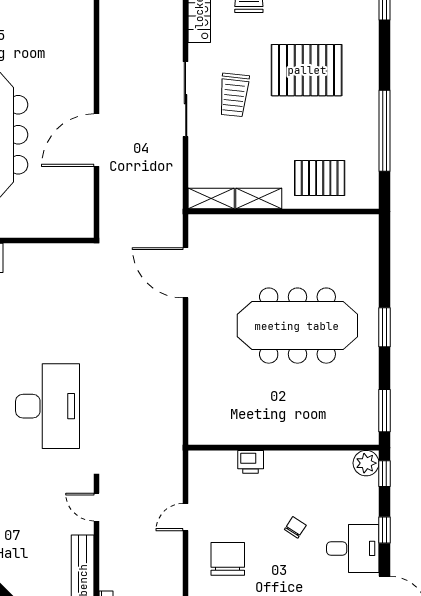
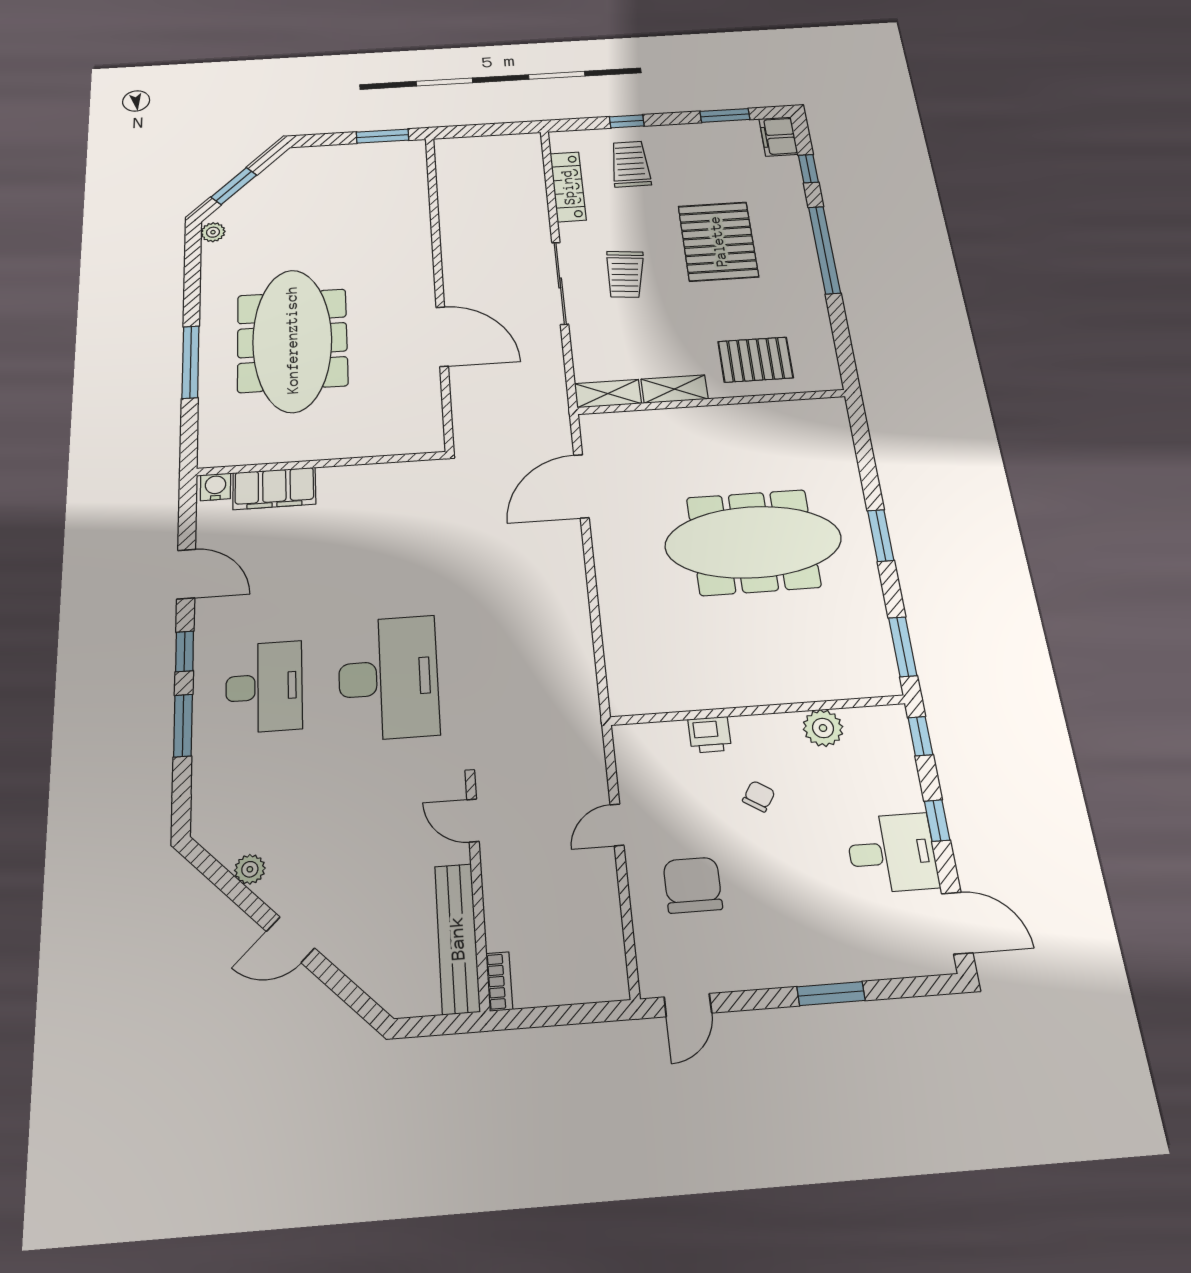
pallet: (307, 70) -> (718, 241), turned 90
window: (384, 131) -> (824, 250), moved
door: (96, 140) -> (442, 337), swing flipped
door: (186, 273) -> (581, 486), hinge flipped
plant: (366, 463) -> (823, 728), moved
chair: (295, 527) -> (759, 796), moved

